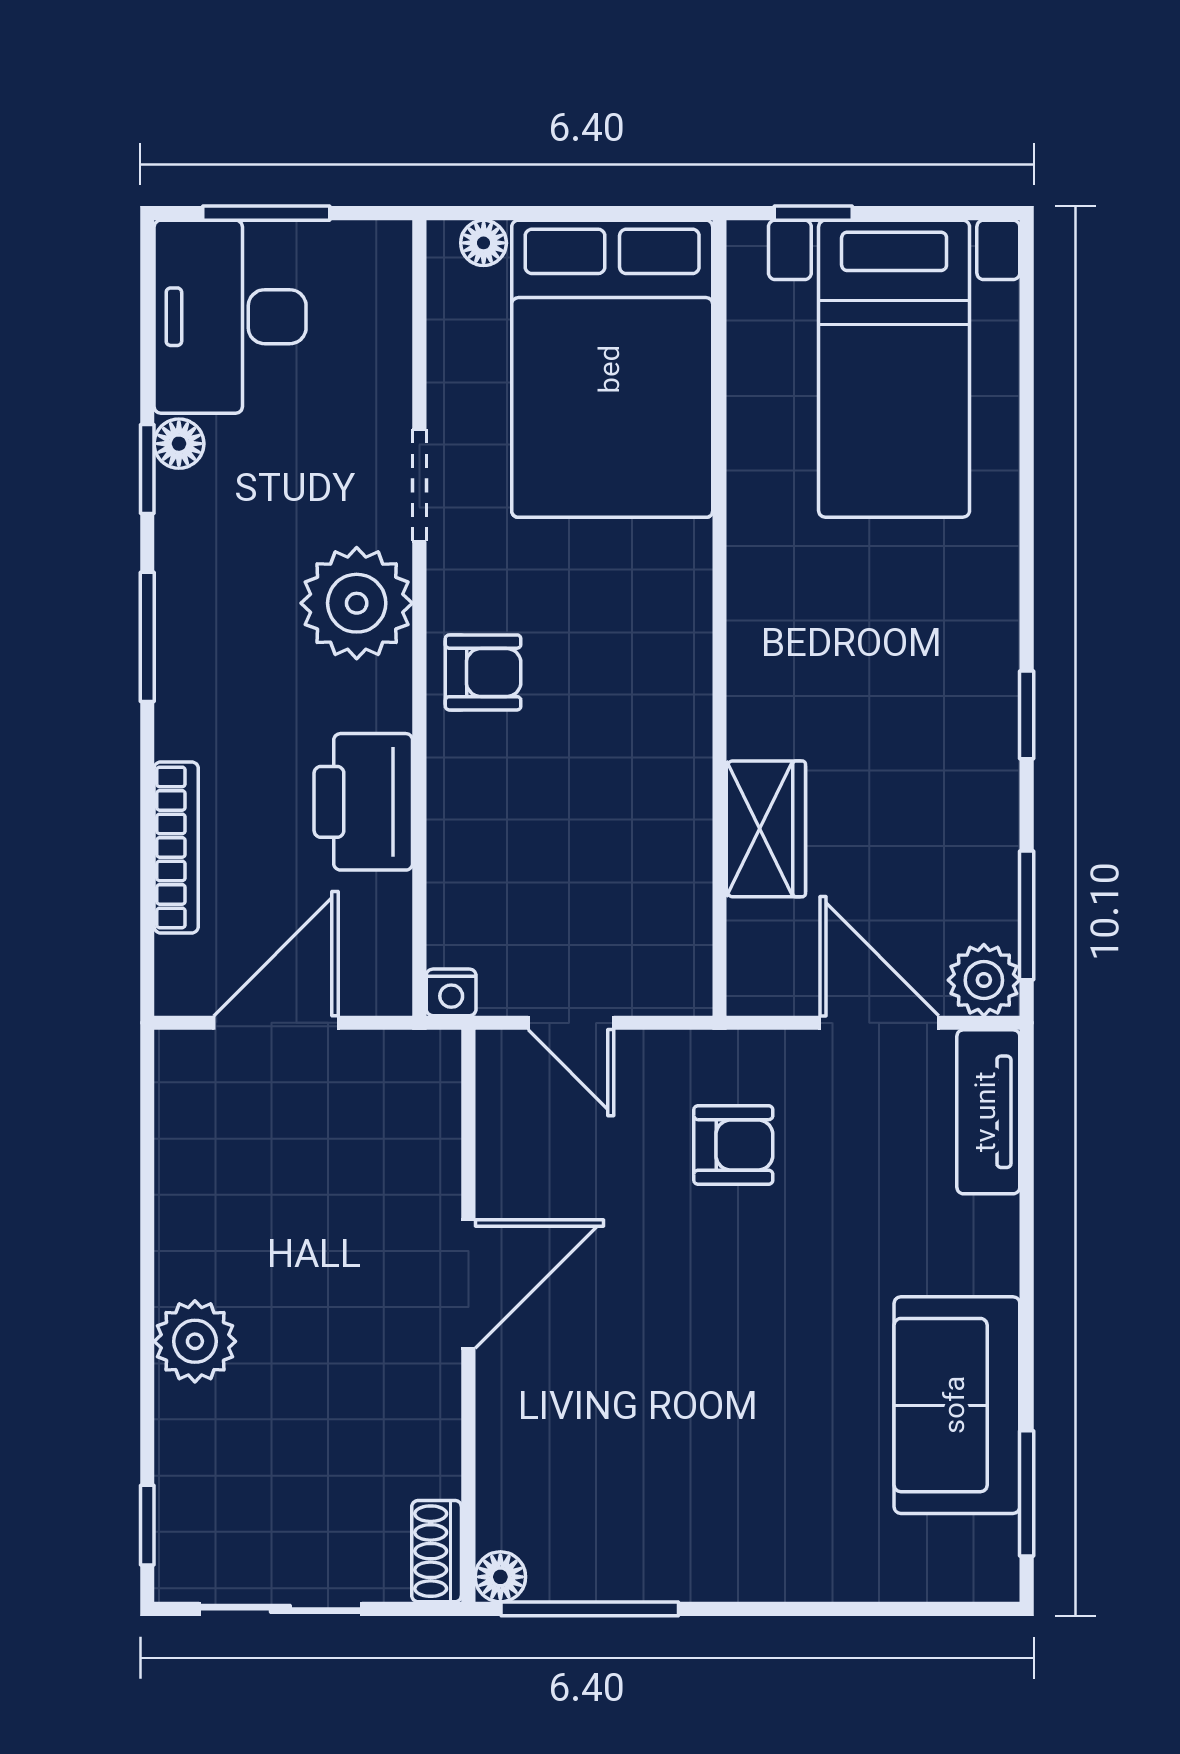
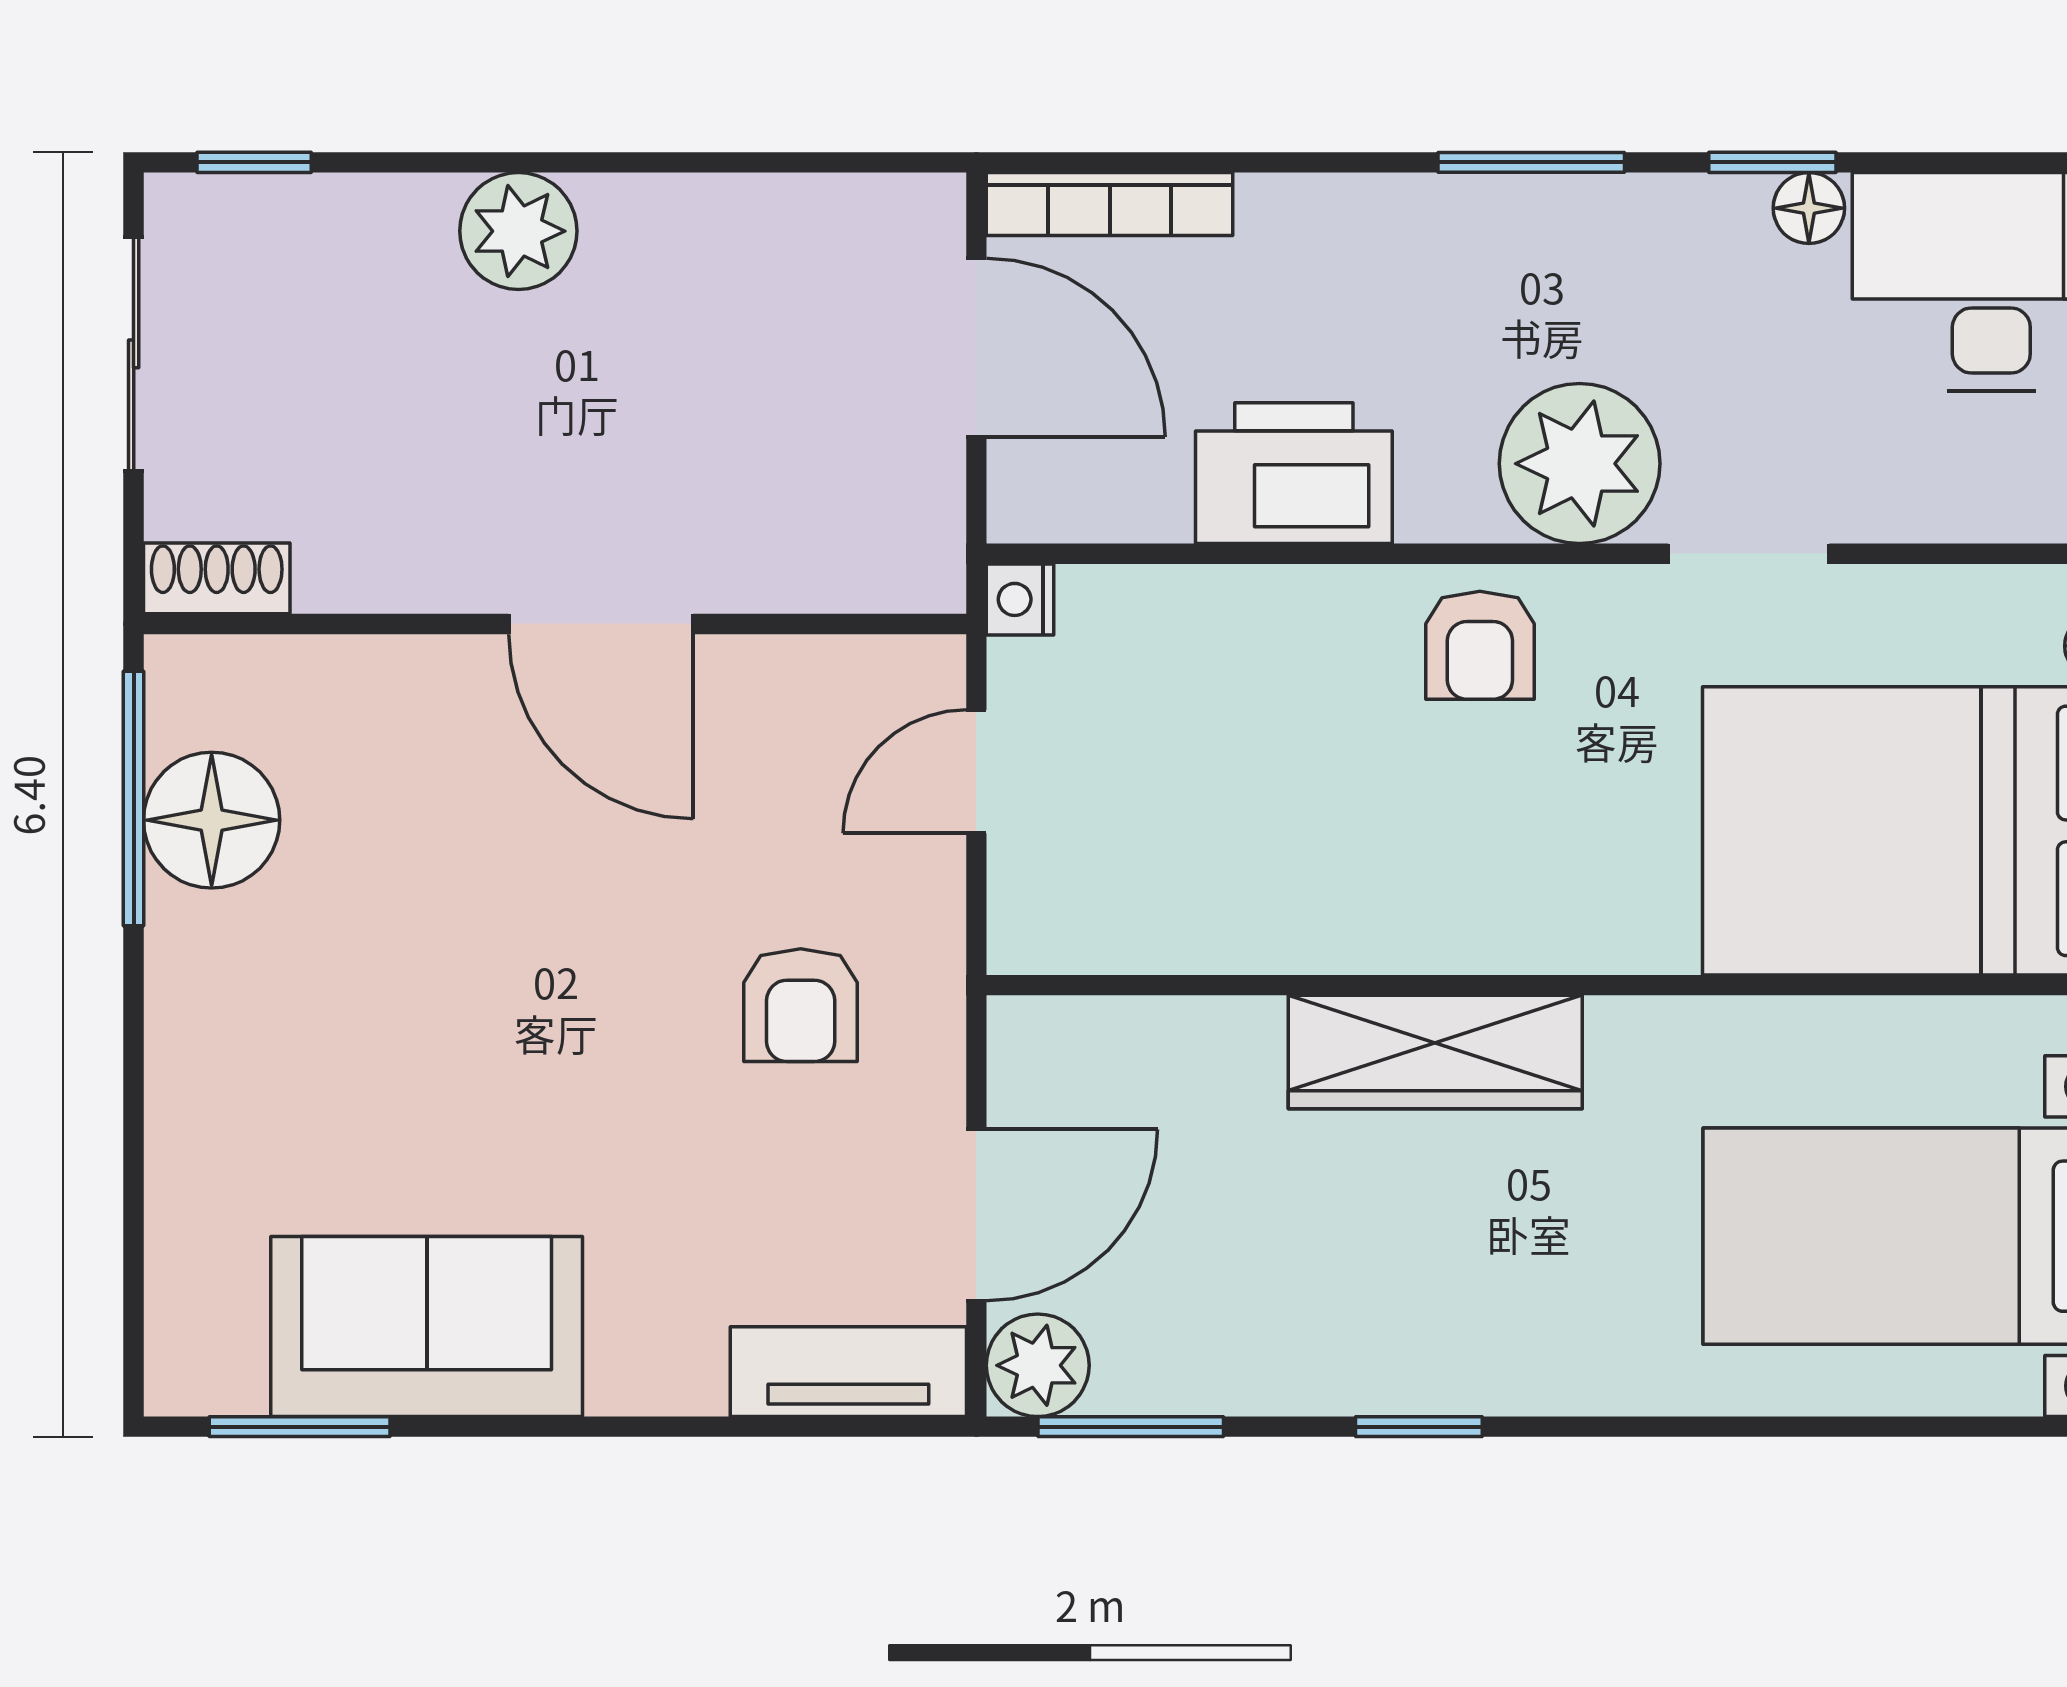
wardrobe: (766, 829) -> (1435, 1052), moved, width x1.50
bookcase: (176, 847) -> (1110, 204), moved
floor lamp: (500, 1577) -> (212, 820), moved, width x1.89, depth x1.89

